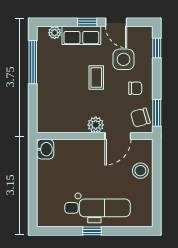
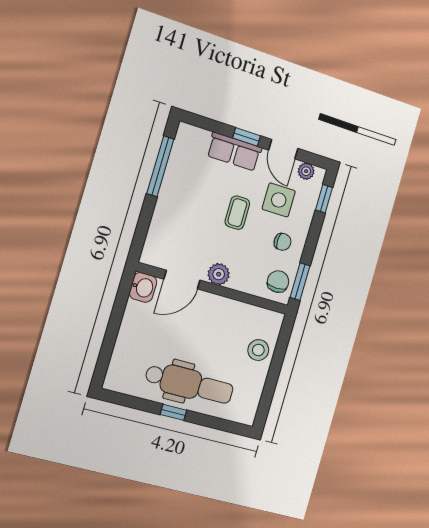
plant: (55, 33) -> (306, 171), moved
chair: (140, 118) -> (278, 282), turned 106
door: (118, 136) -> (182, 280), moved

